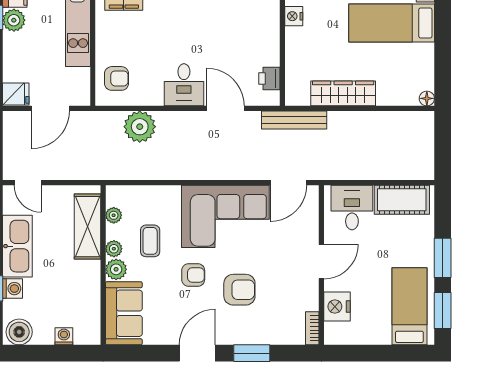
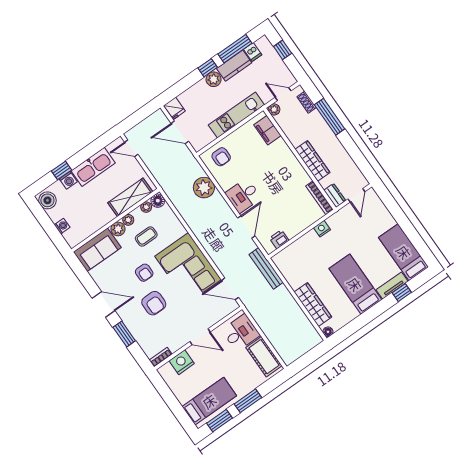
wardrobe: (343, 93) -> (313, 304), moved
door: (28, 183) -> (131, 148), hinge flipped
floor lamp: (116, 195) -> (158, 201), added

